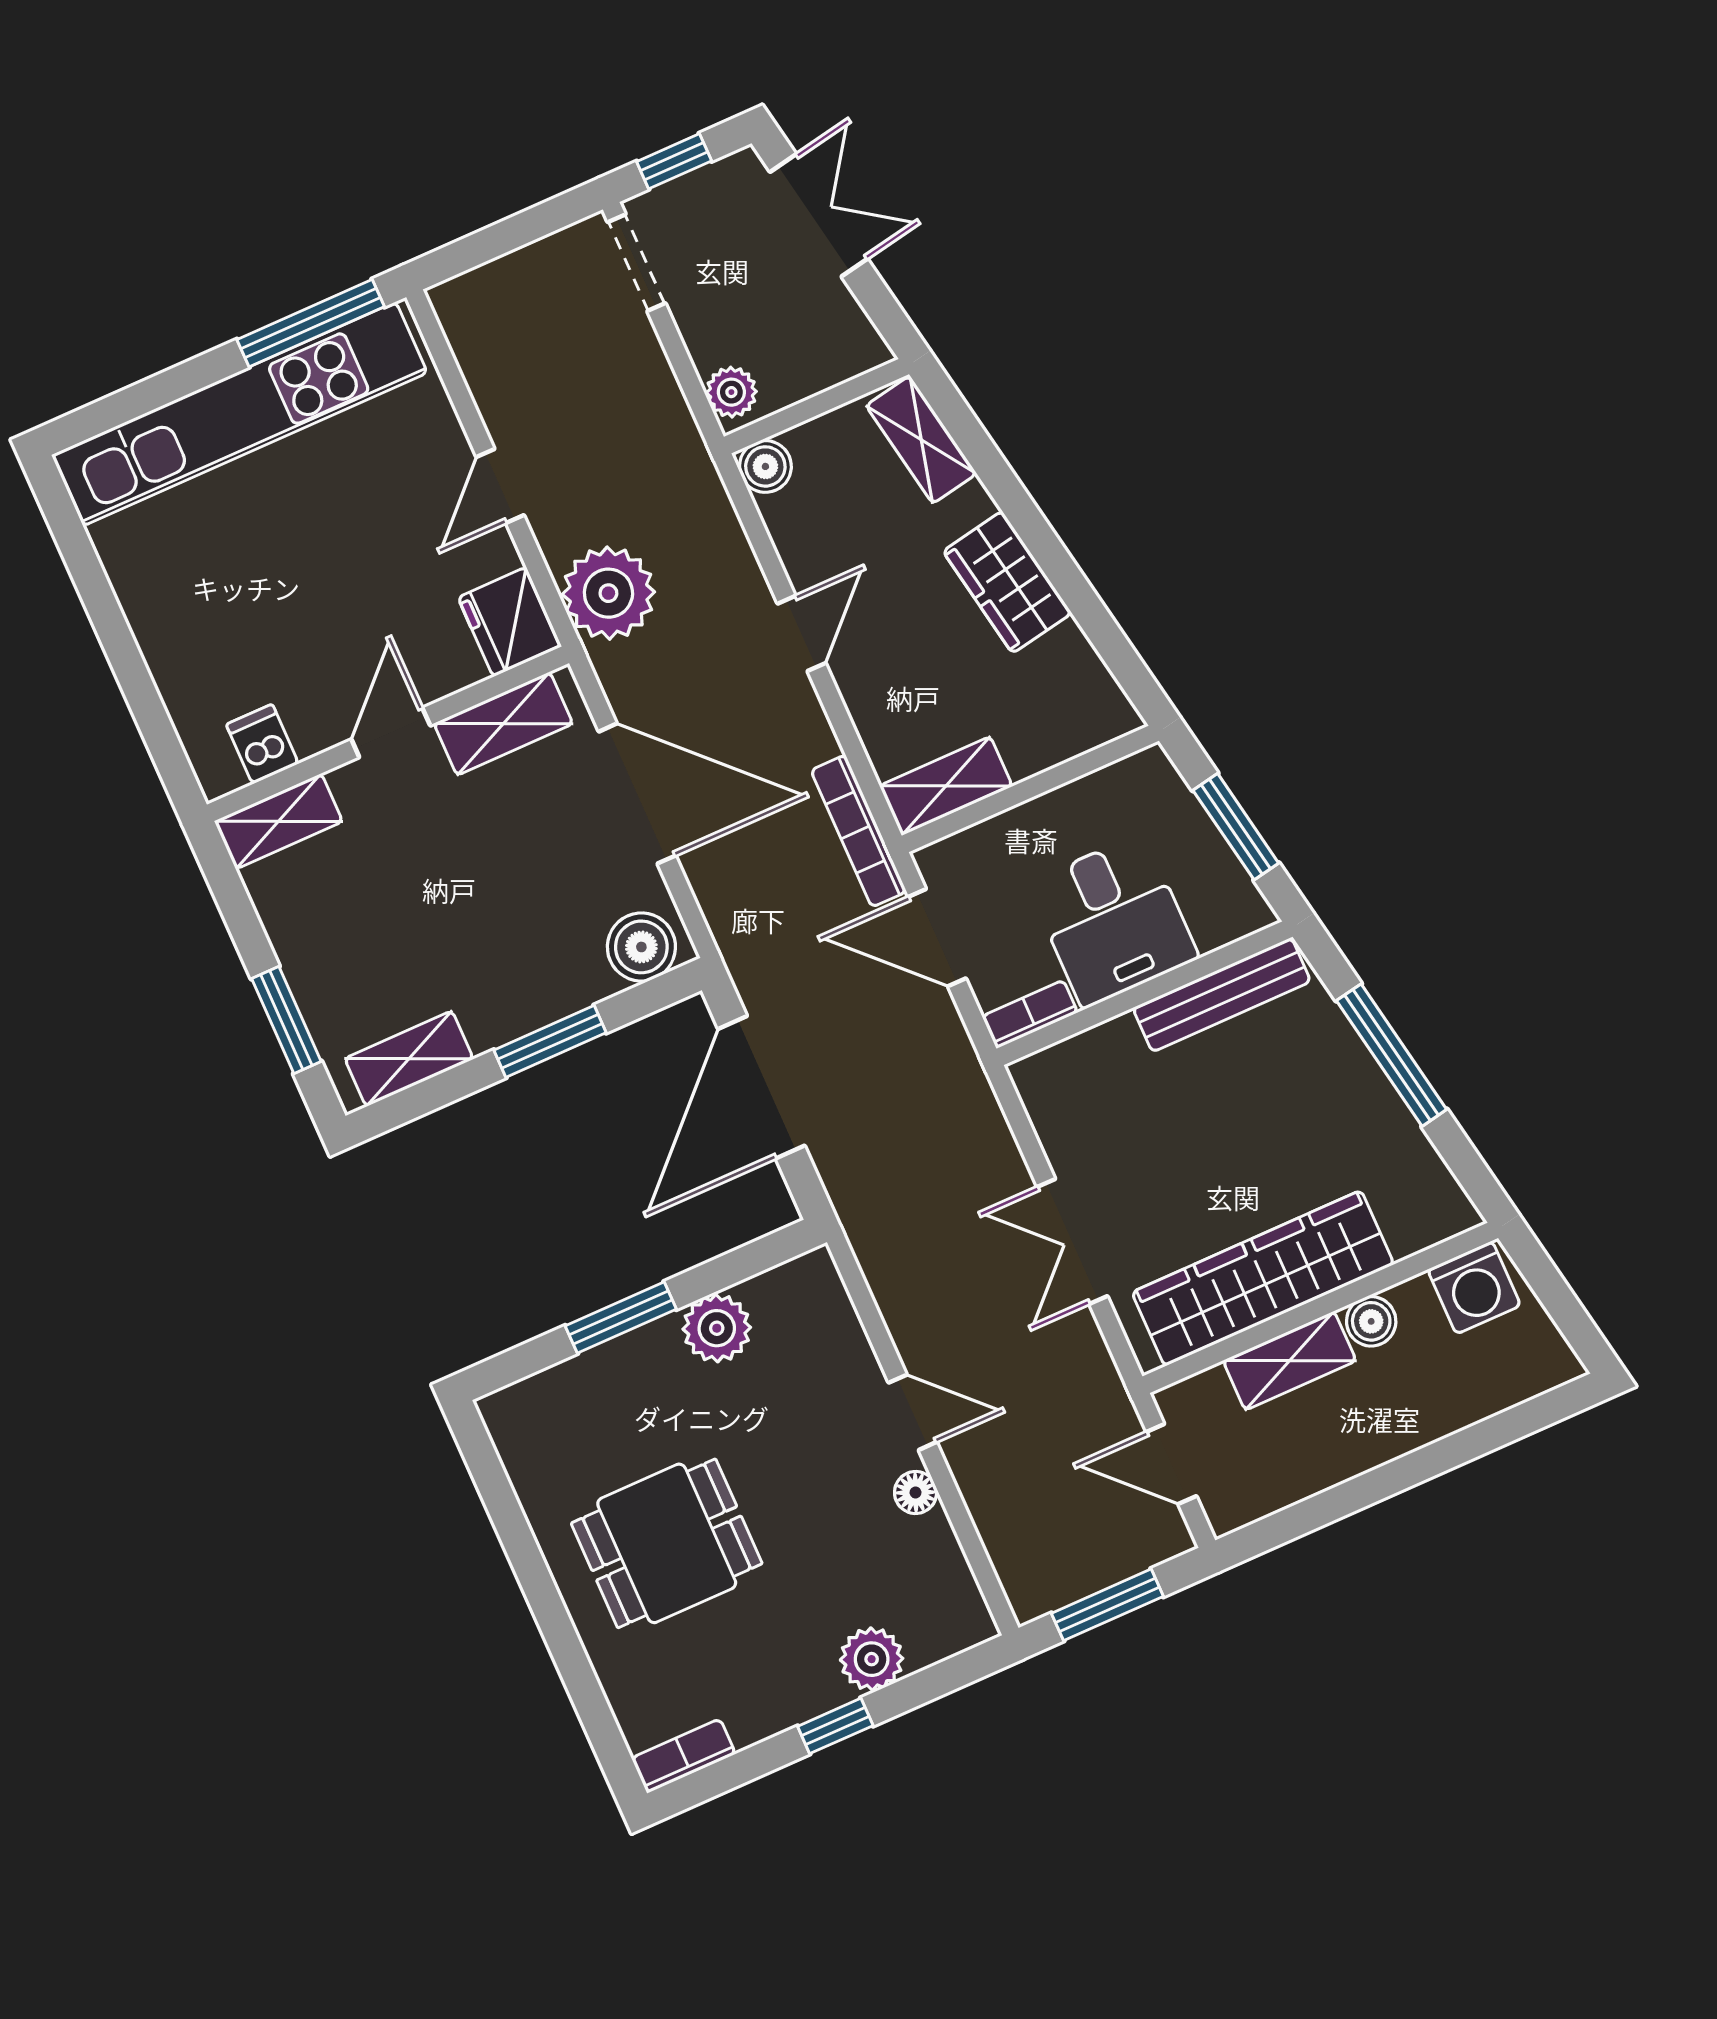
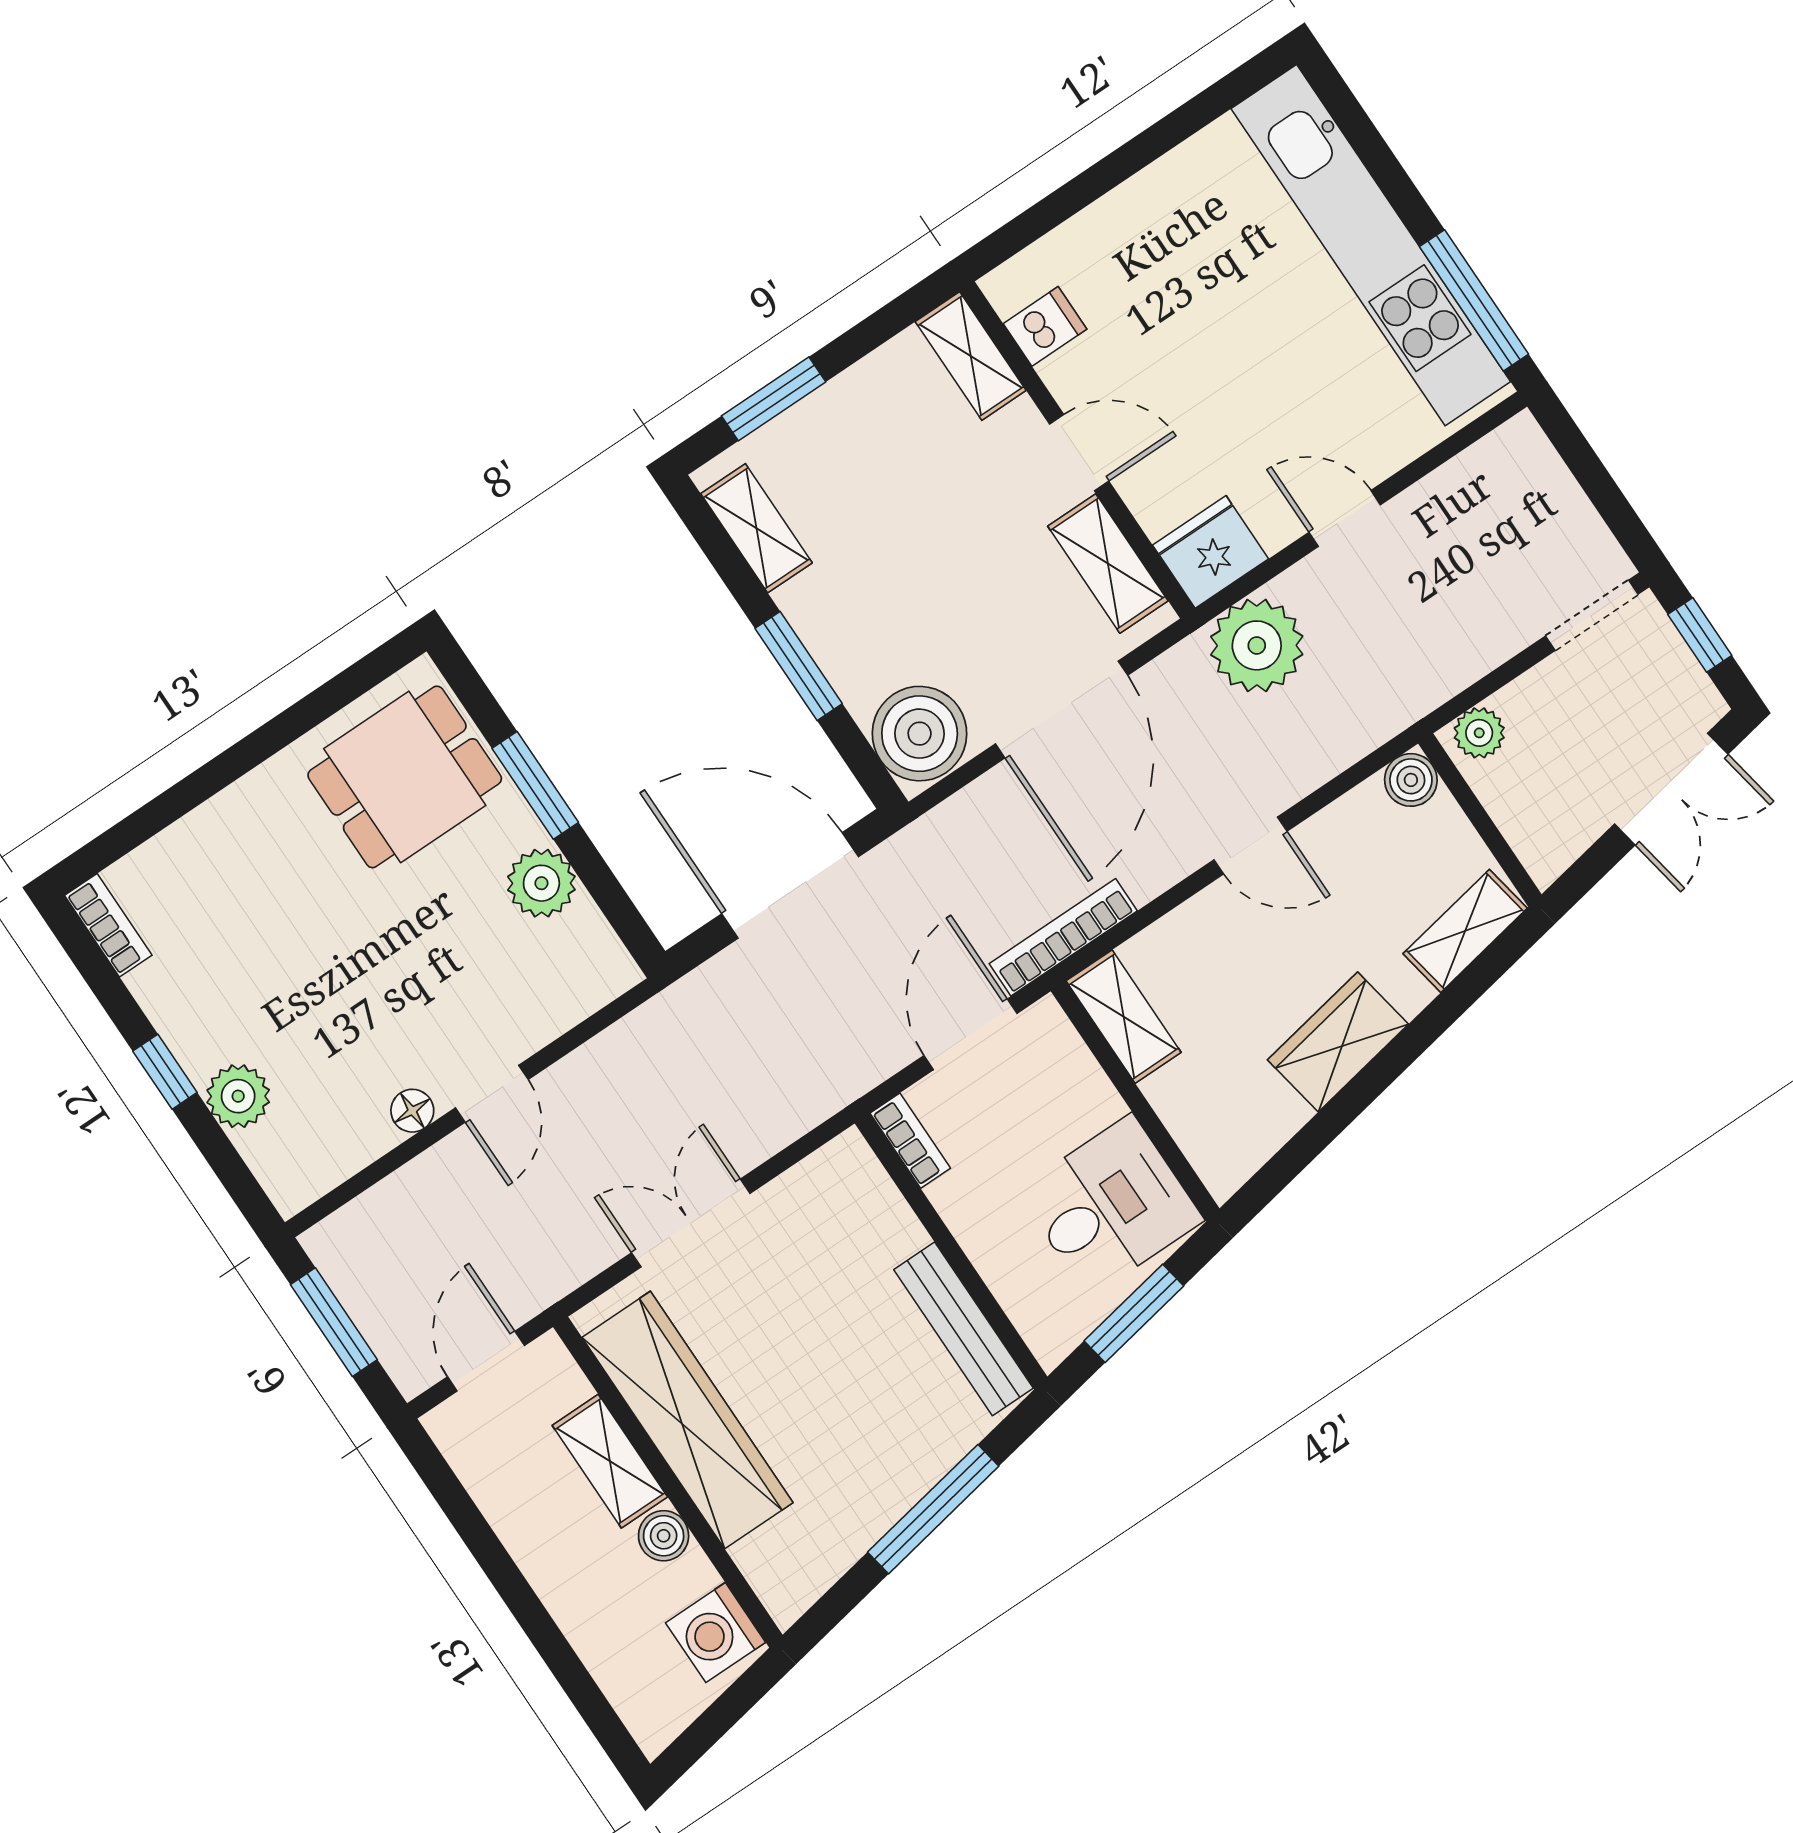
desk: (1113, 921) -> (1110, 1205), moved, turned 180
boiler: (641, 947) -> (920, 734), width x1.37, depth x1.37
dining table: (667, 1543) -> (405, 777), moved, turned 90

